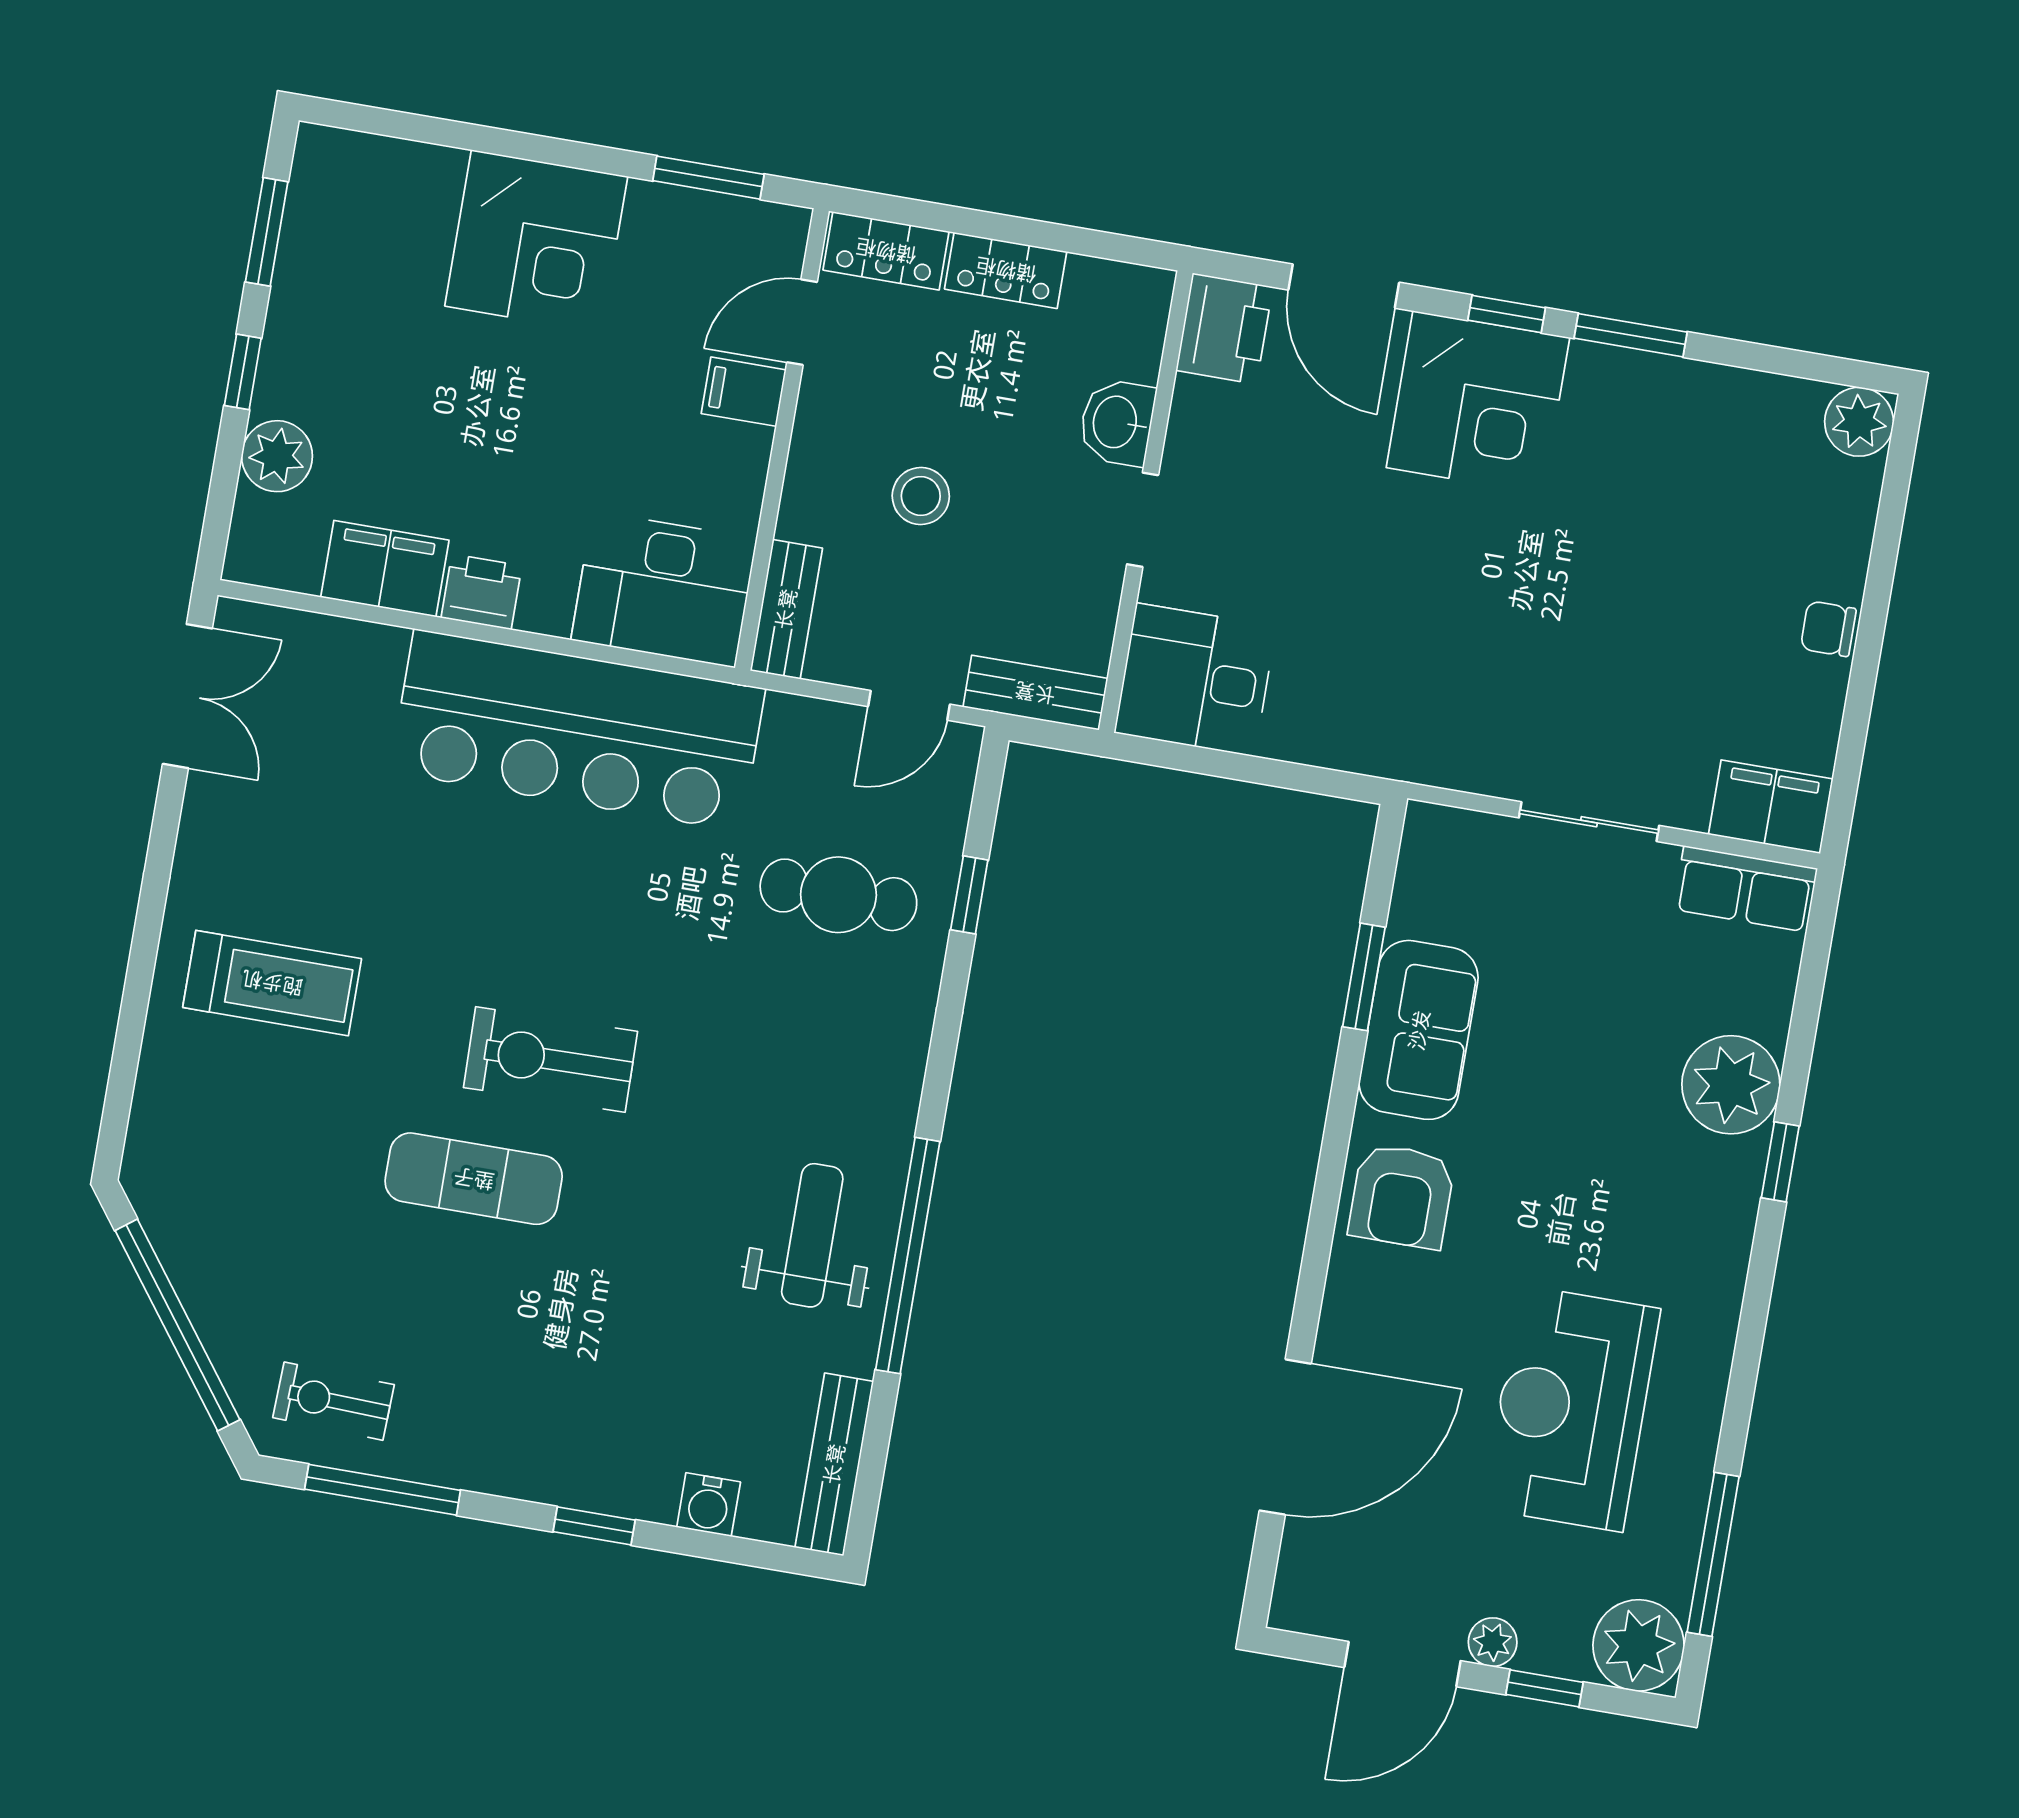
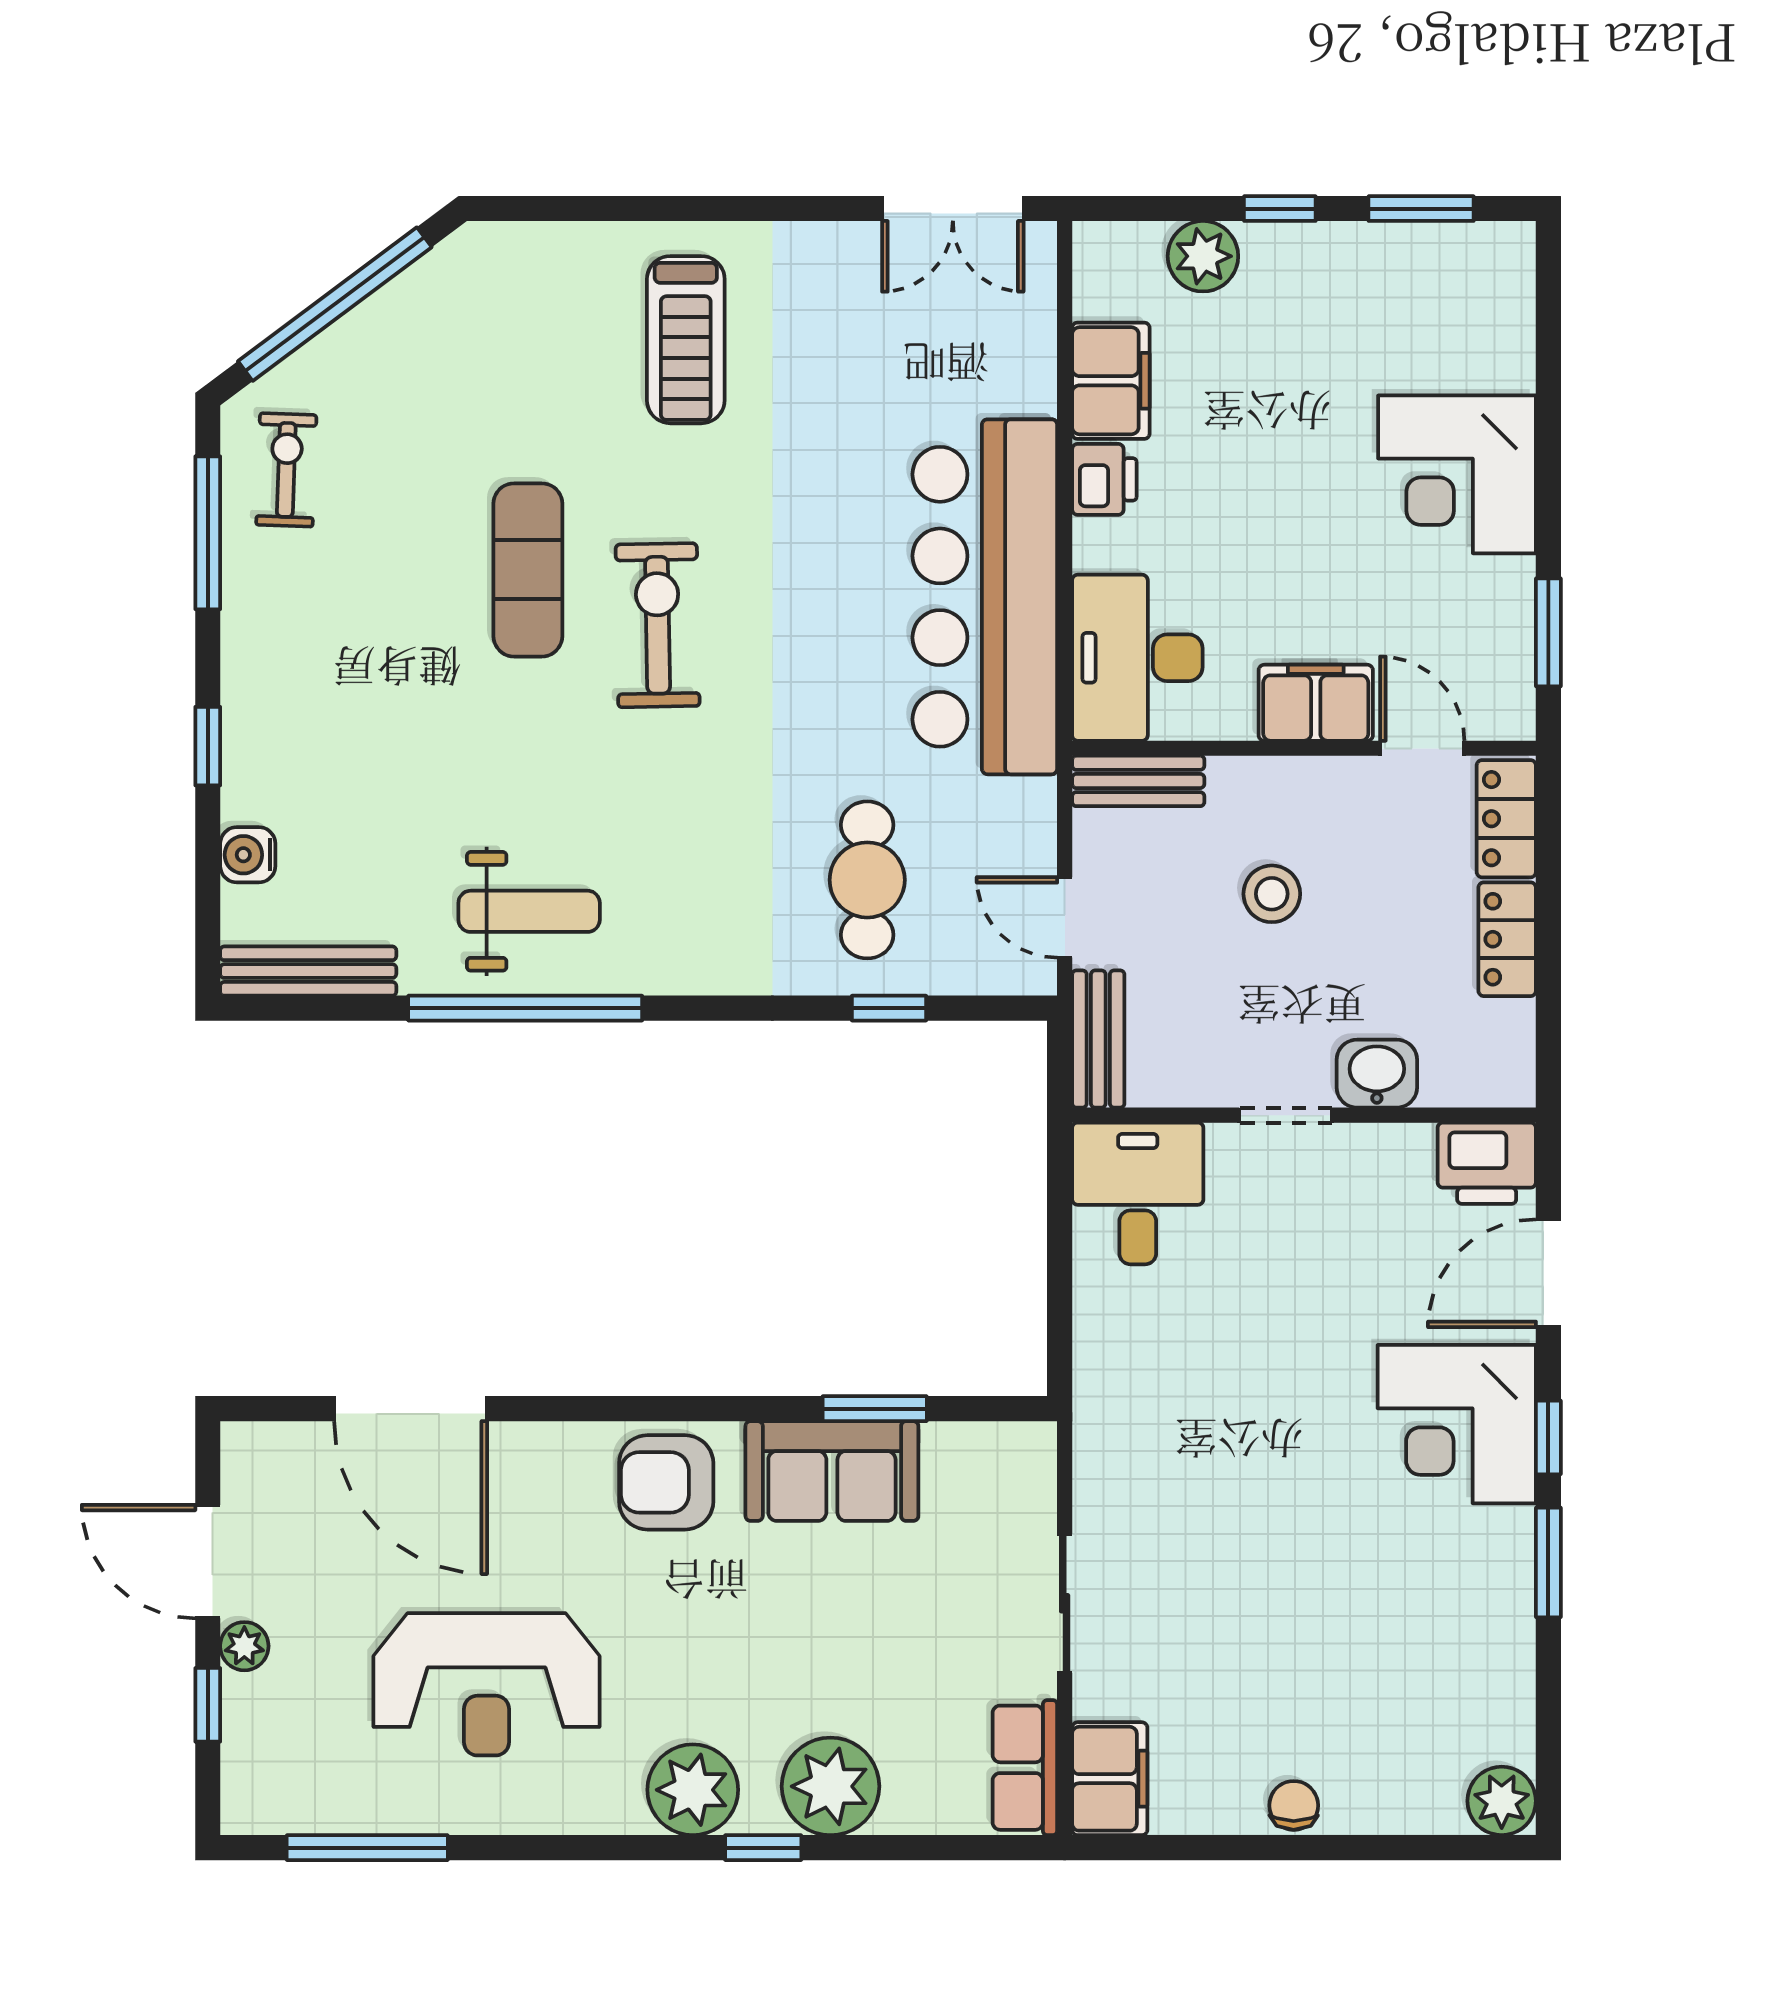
filing cabinet: (744, 392) -> (1316, 703), width x2.00
reception desk: (1571, 1409) -> (487, 1684), turned 180
plant: (1639, 1645) -> (693, 1790), moved

